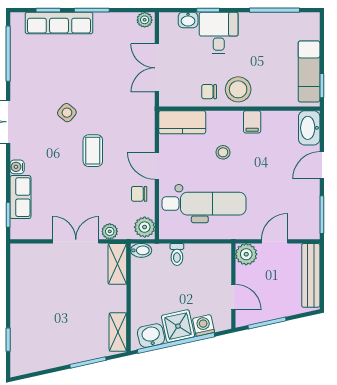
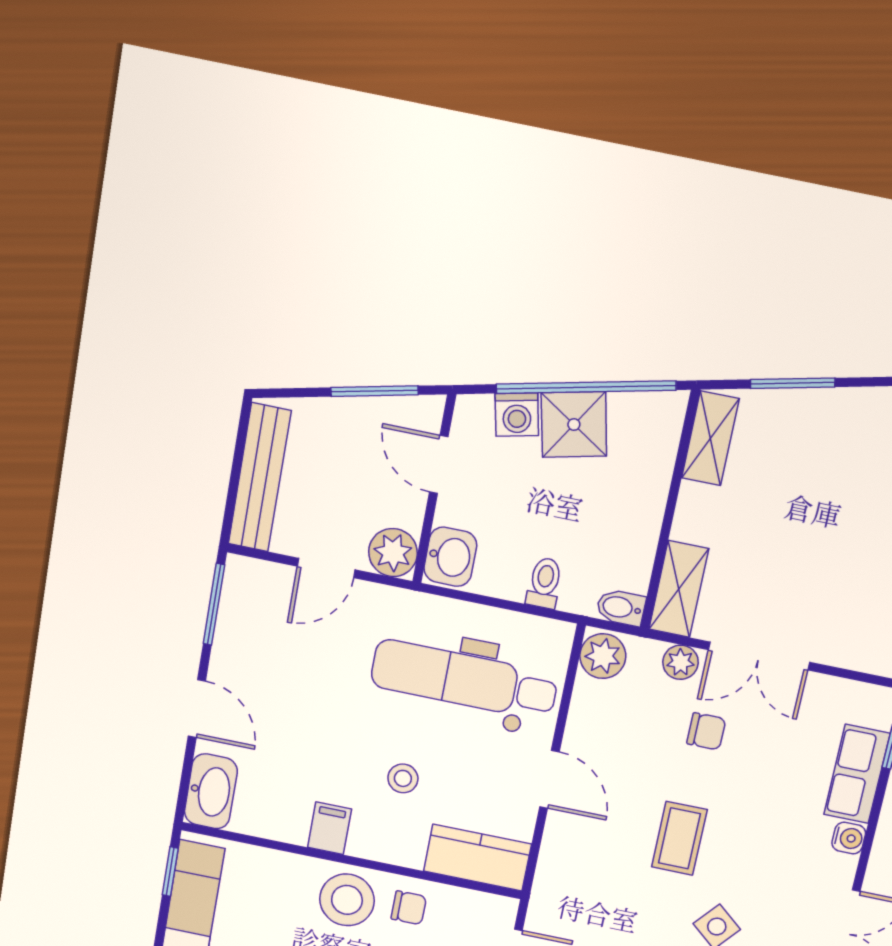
door: (322, 165) -> (197, 709), hinge flipped
chair: (139, 194) -> (706, 731), moved
washbasin: (151, 336) -> (450, 557), moved, turned -78

